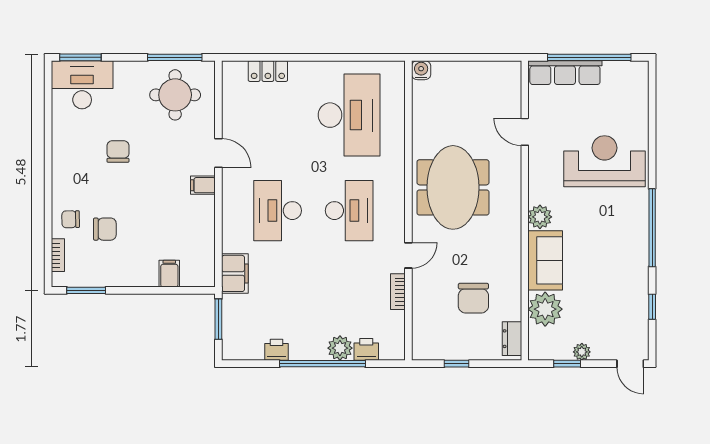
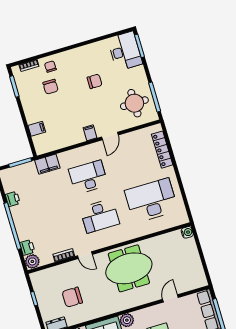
locker: (268, 71) -> (162, 150), width x1.53
desk: (349, 115) -> (151, 201), turned 180
plant: (340, 348) -> (32, 261), moved

